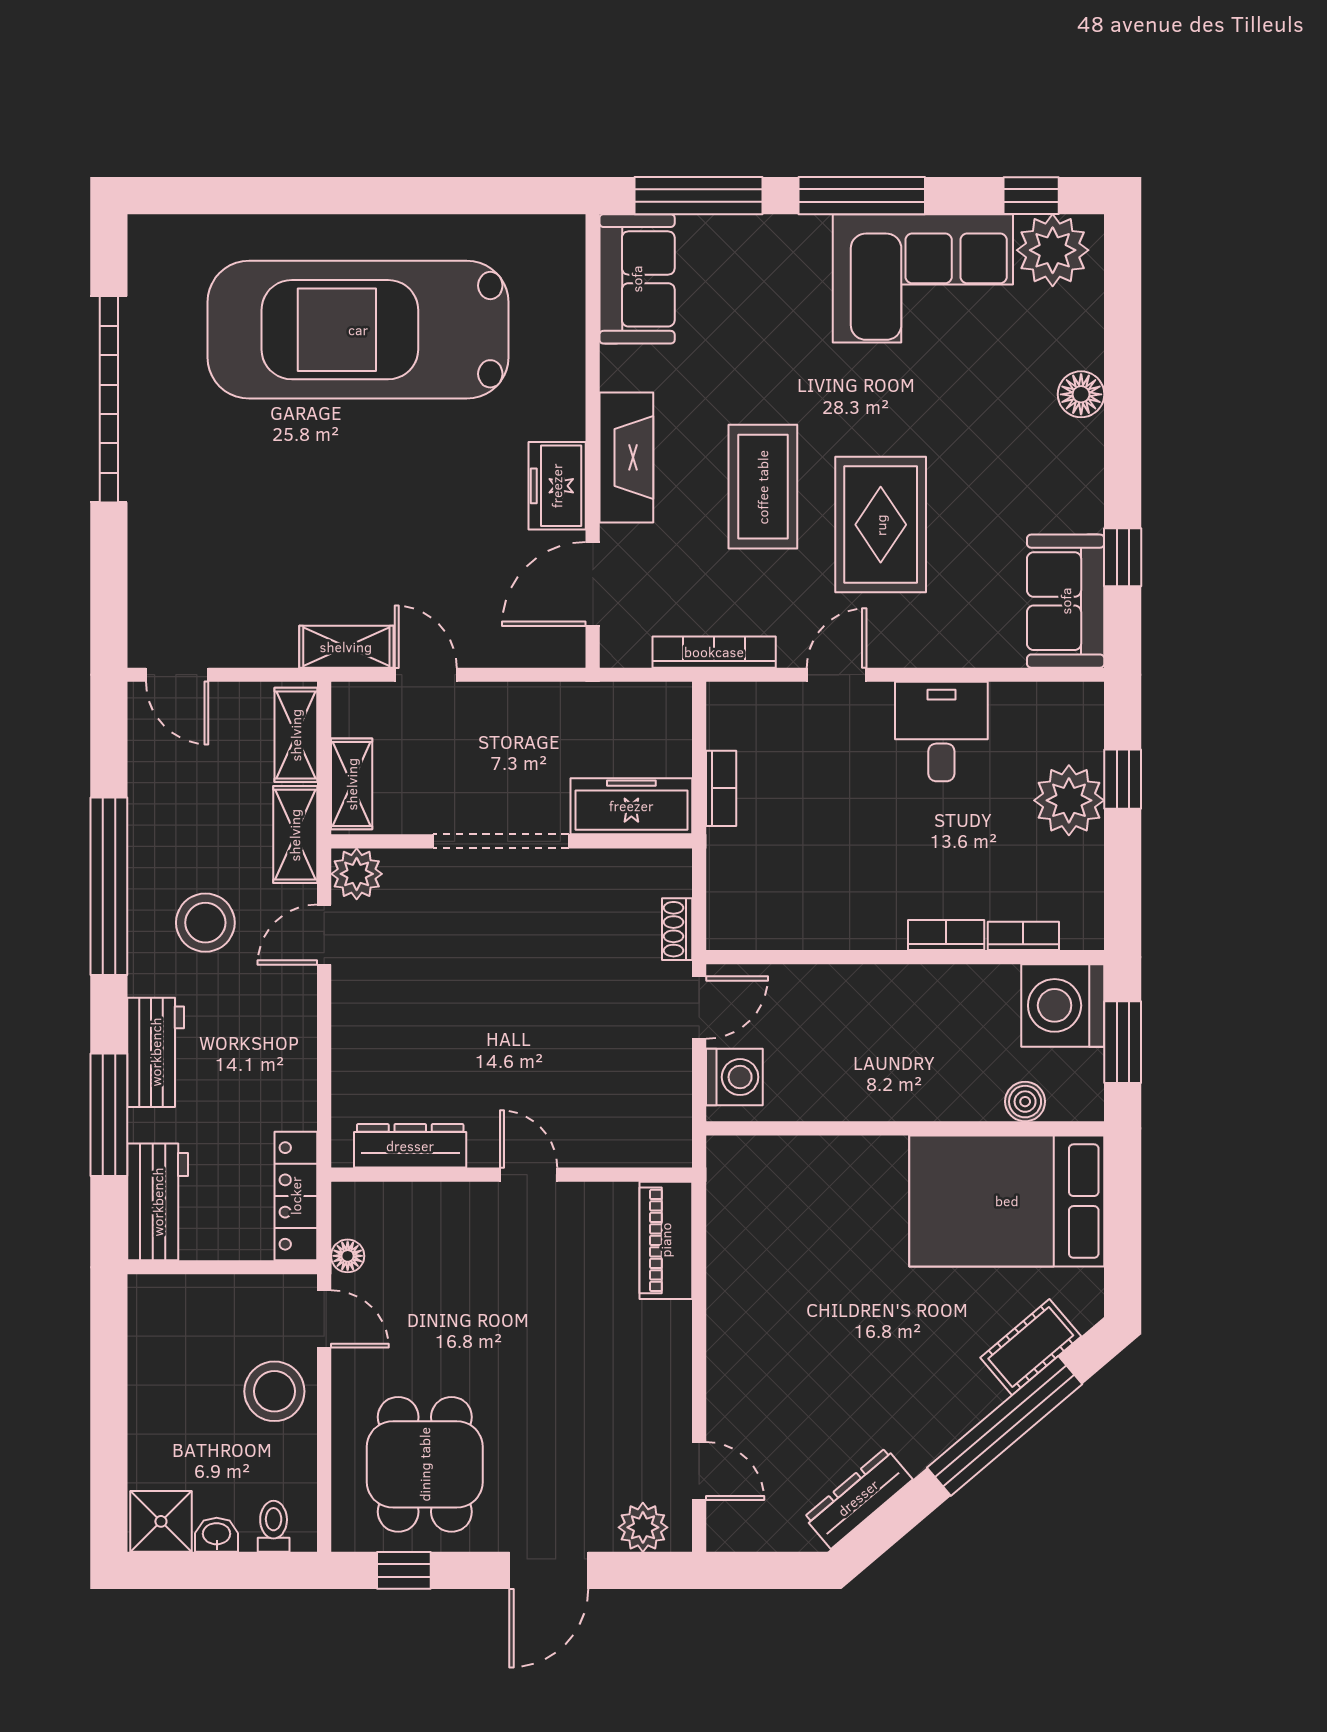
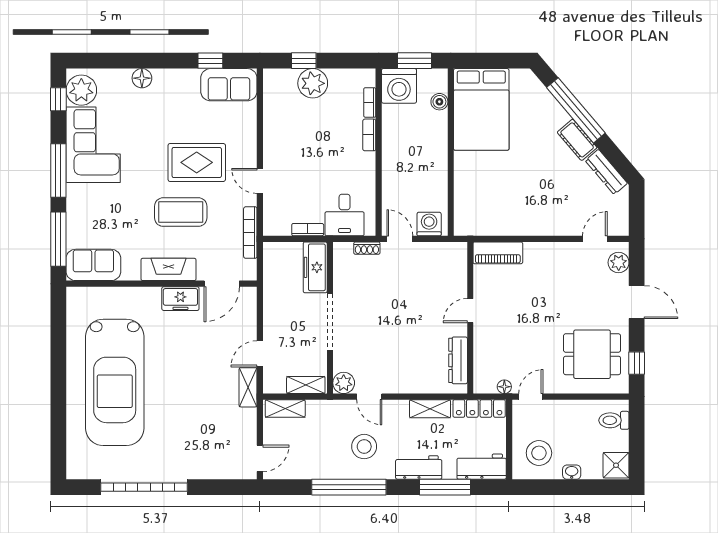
door: (593, 584) -> (222, 284), hinge flipped
desk: (941, 732) -> (345, 215), moved, turned -90
shelving: (295, 835) -> (430, 409), moved
cot: (1031, 1347) -> (577, 140), moved
stool: (274, 1391) -> (539, 453), moved
toilet: (274, 1526) -> (614, 420), width x1.37, depth x1.39
washbasin: (217, 1535) -> (572, 472), moved, turned 90

